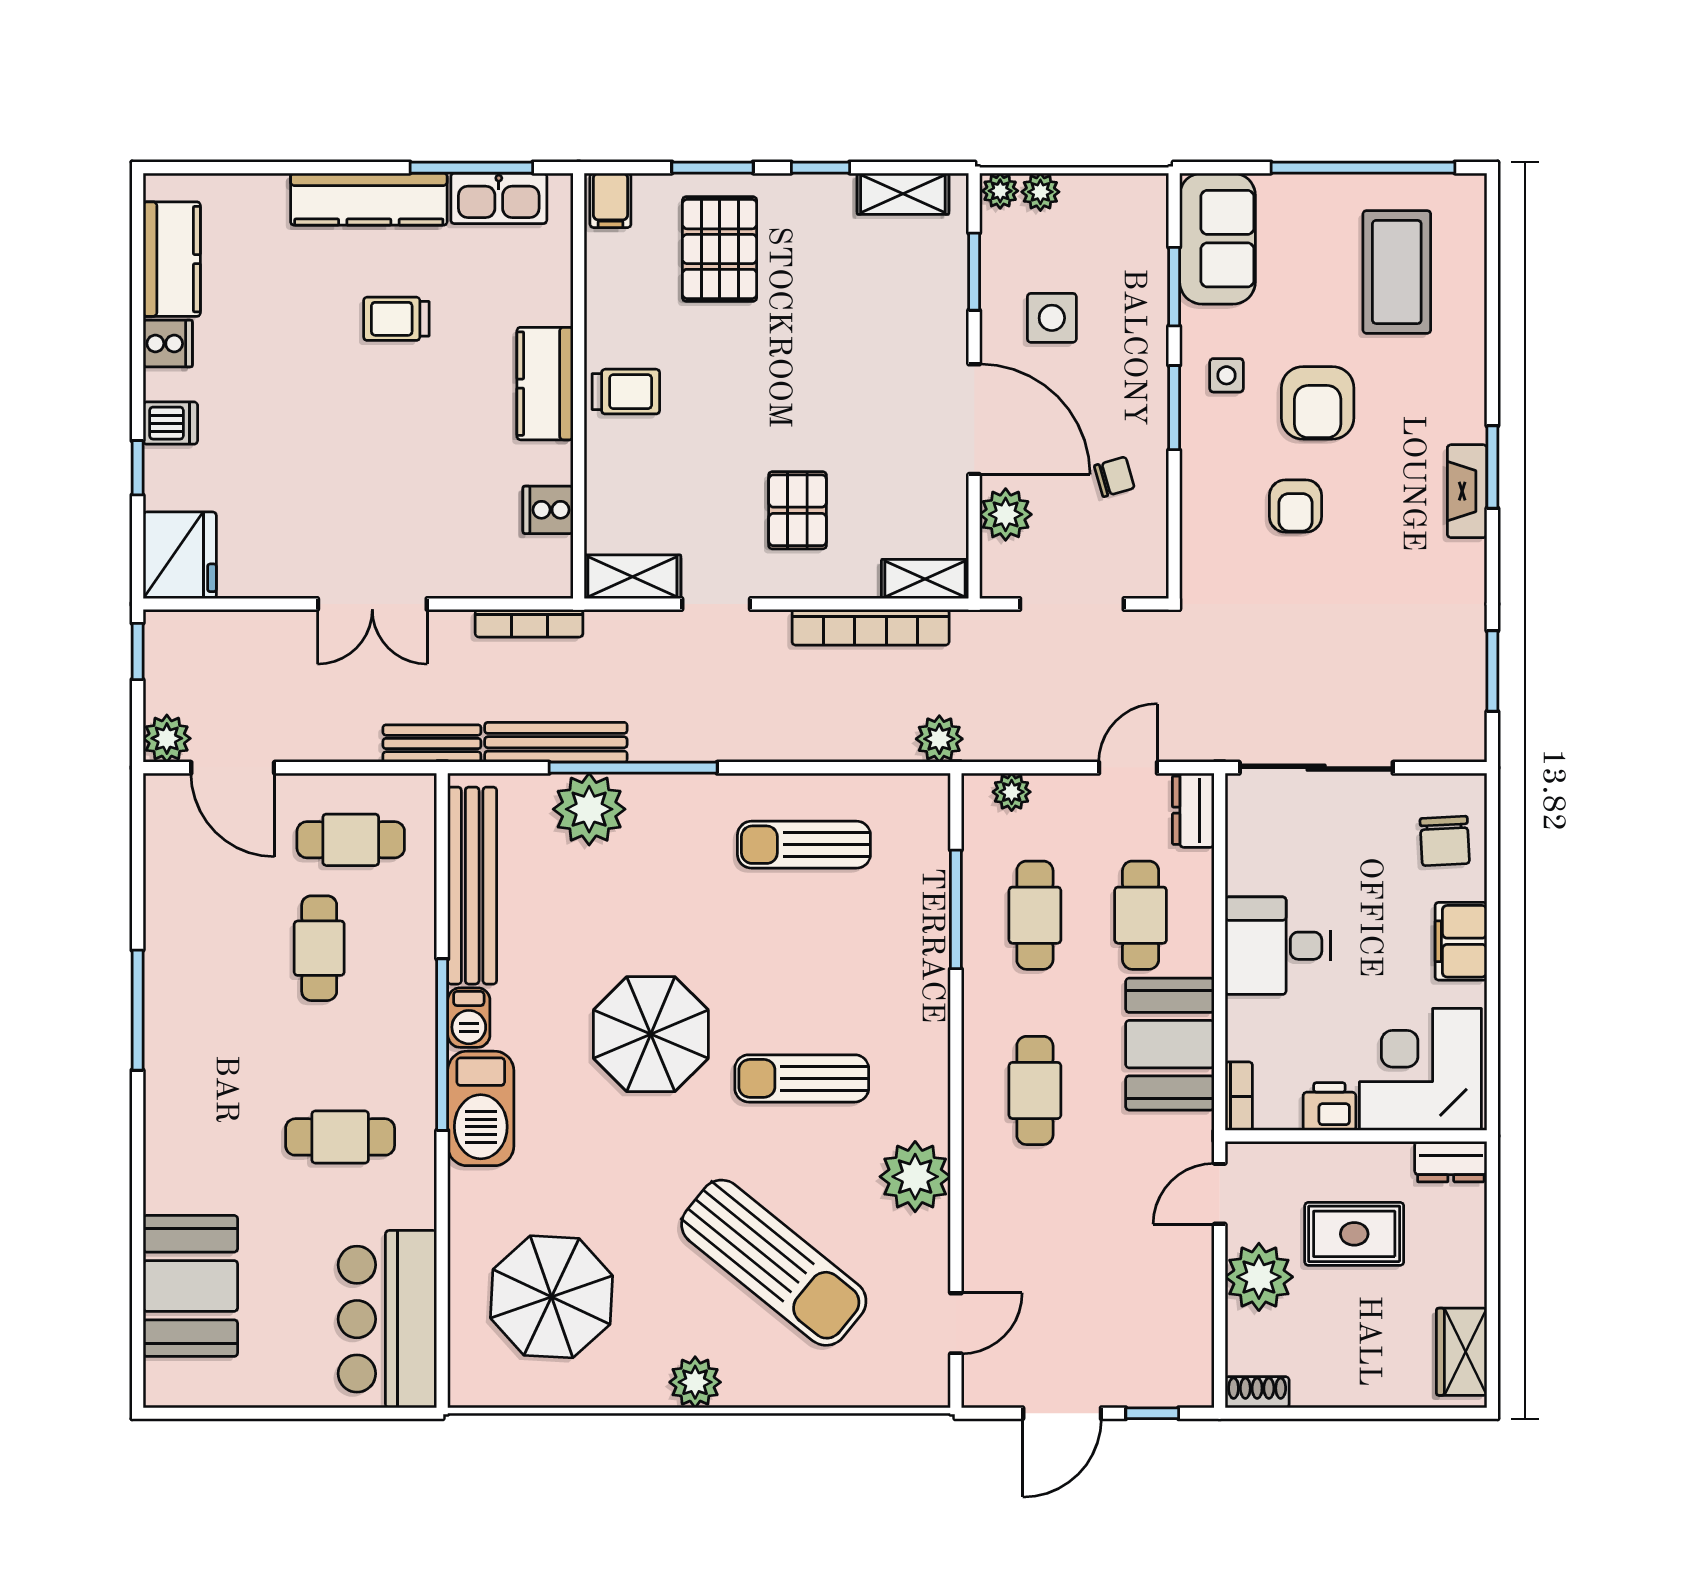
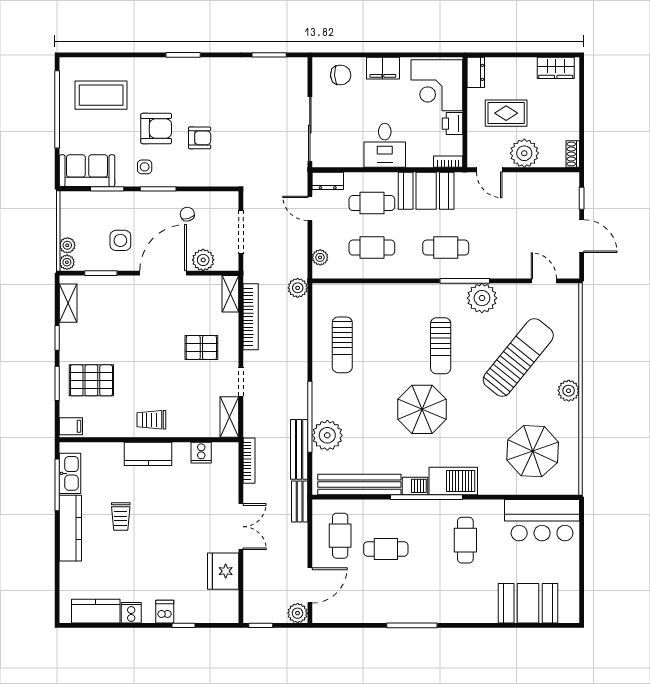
trolley: (626, 392) -> (151, 420), turned -90
fireplace: (1467, 491) -> (193, 66), removed
fridge: (180, 555) -> (223, 571), moved, turned -90
window: (956, 909) -> (465, 281), moved
rug: (1354, 1234) -> (506, 113), turned 90

